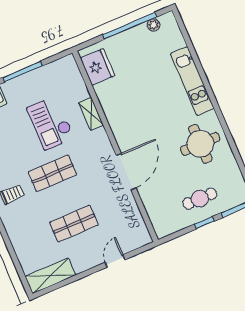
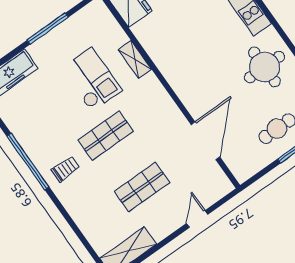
checkout: (51, 123) -> (92, 79), turned 180
door: (126, 172) -> (205, 141), moved

